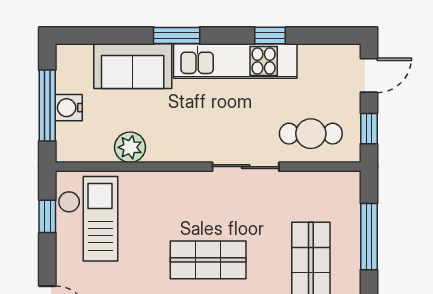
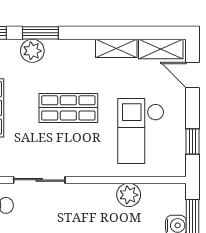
checkout: (88, 219) -> (141, 131), moved

